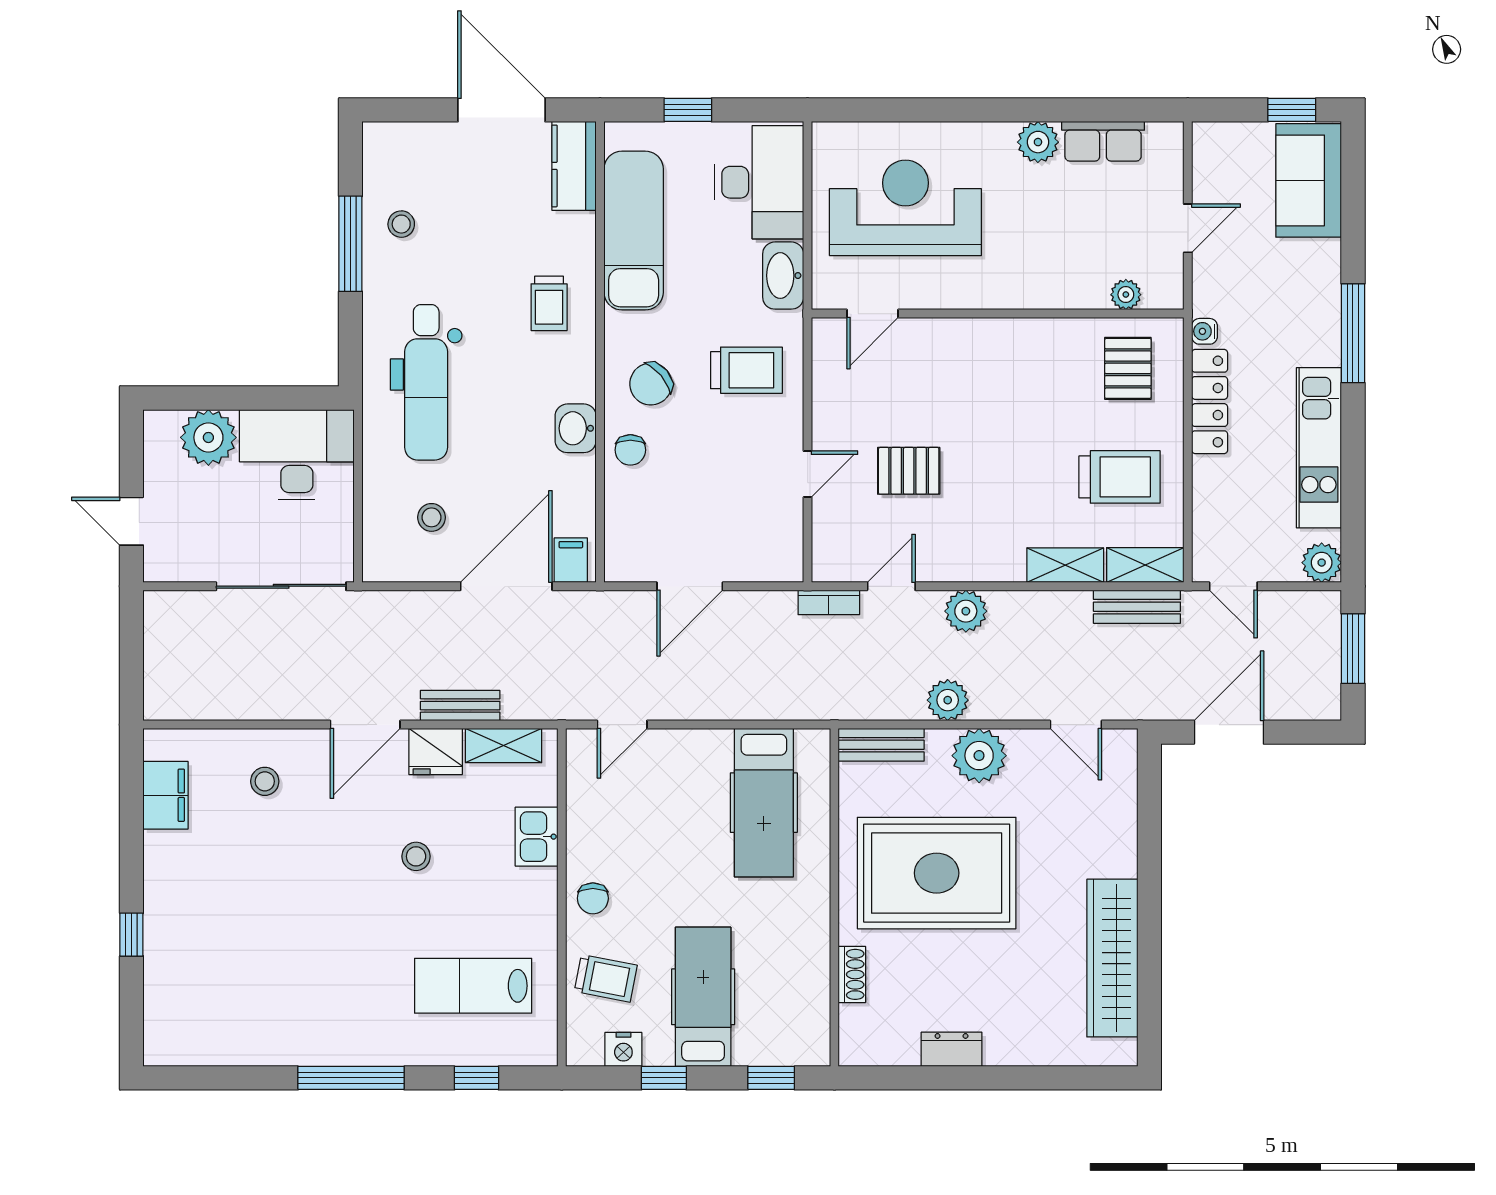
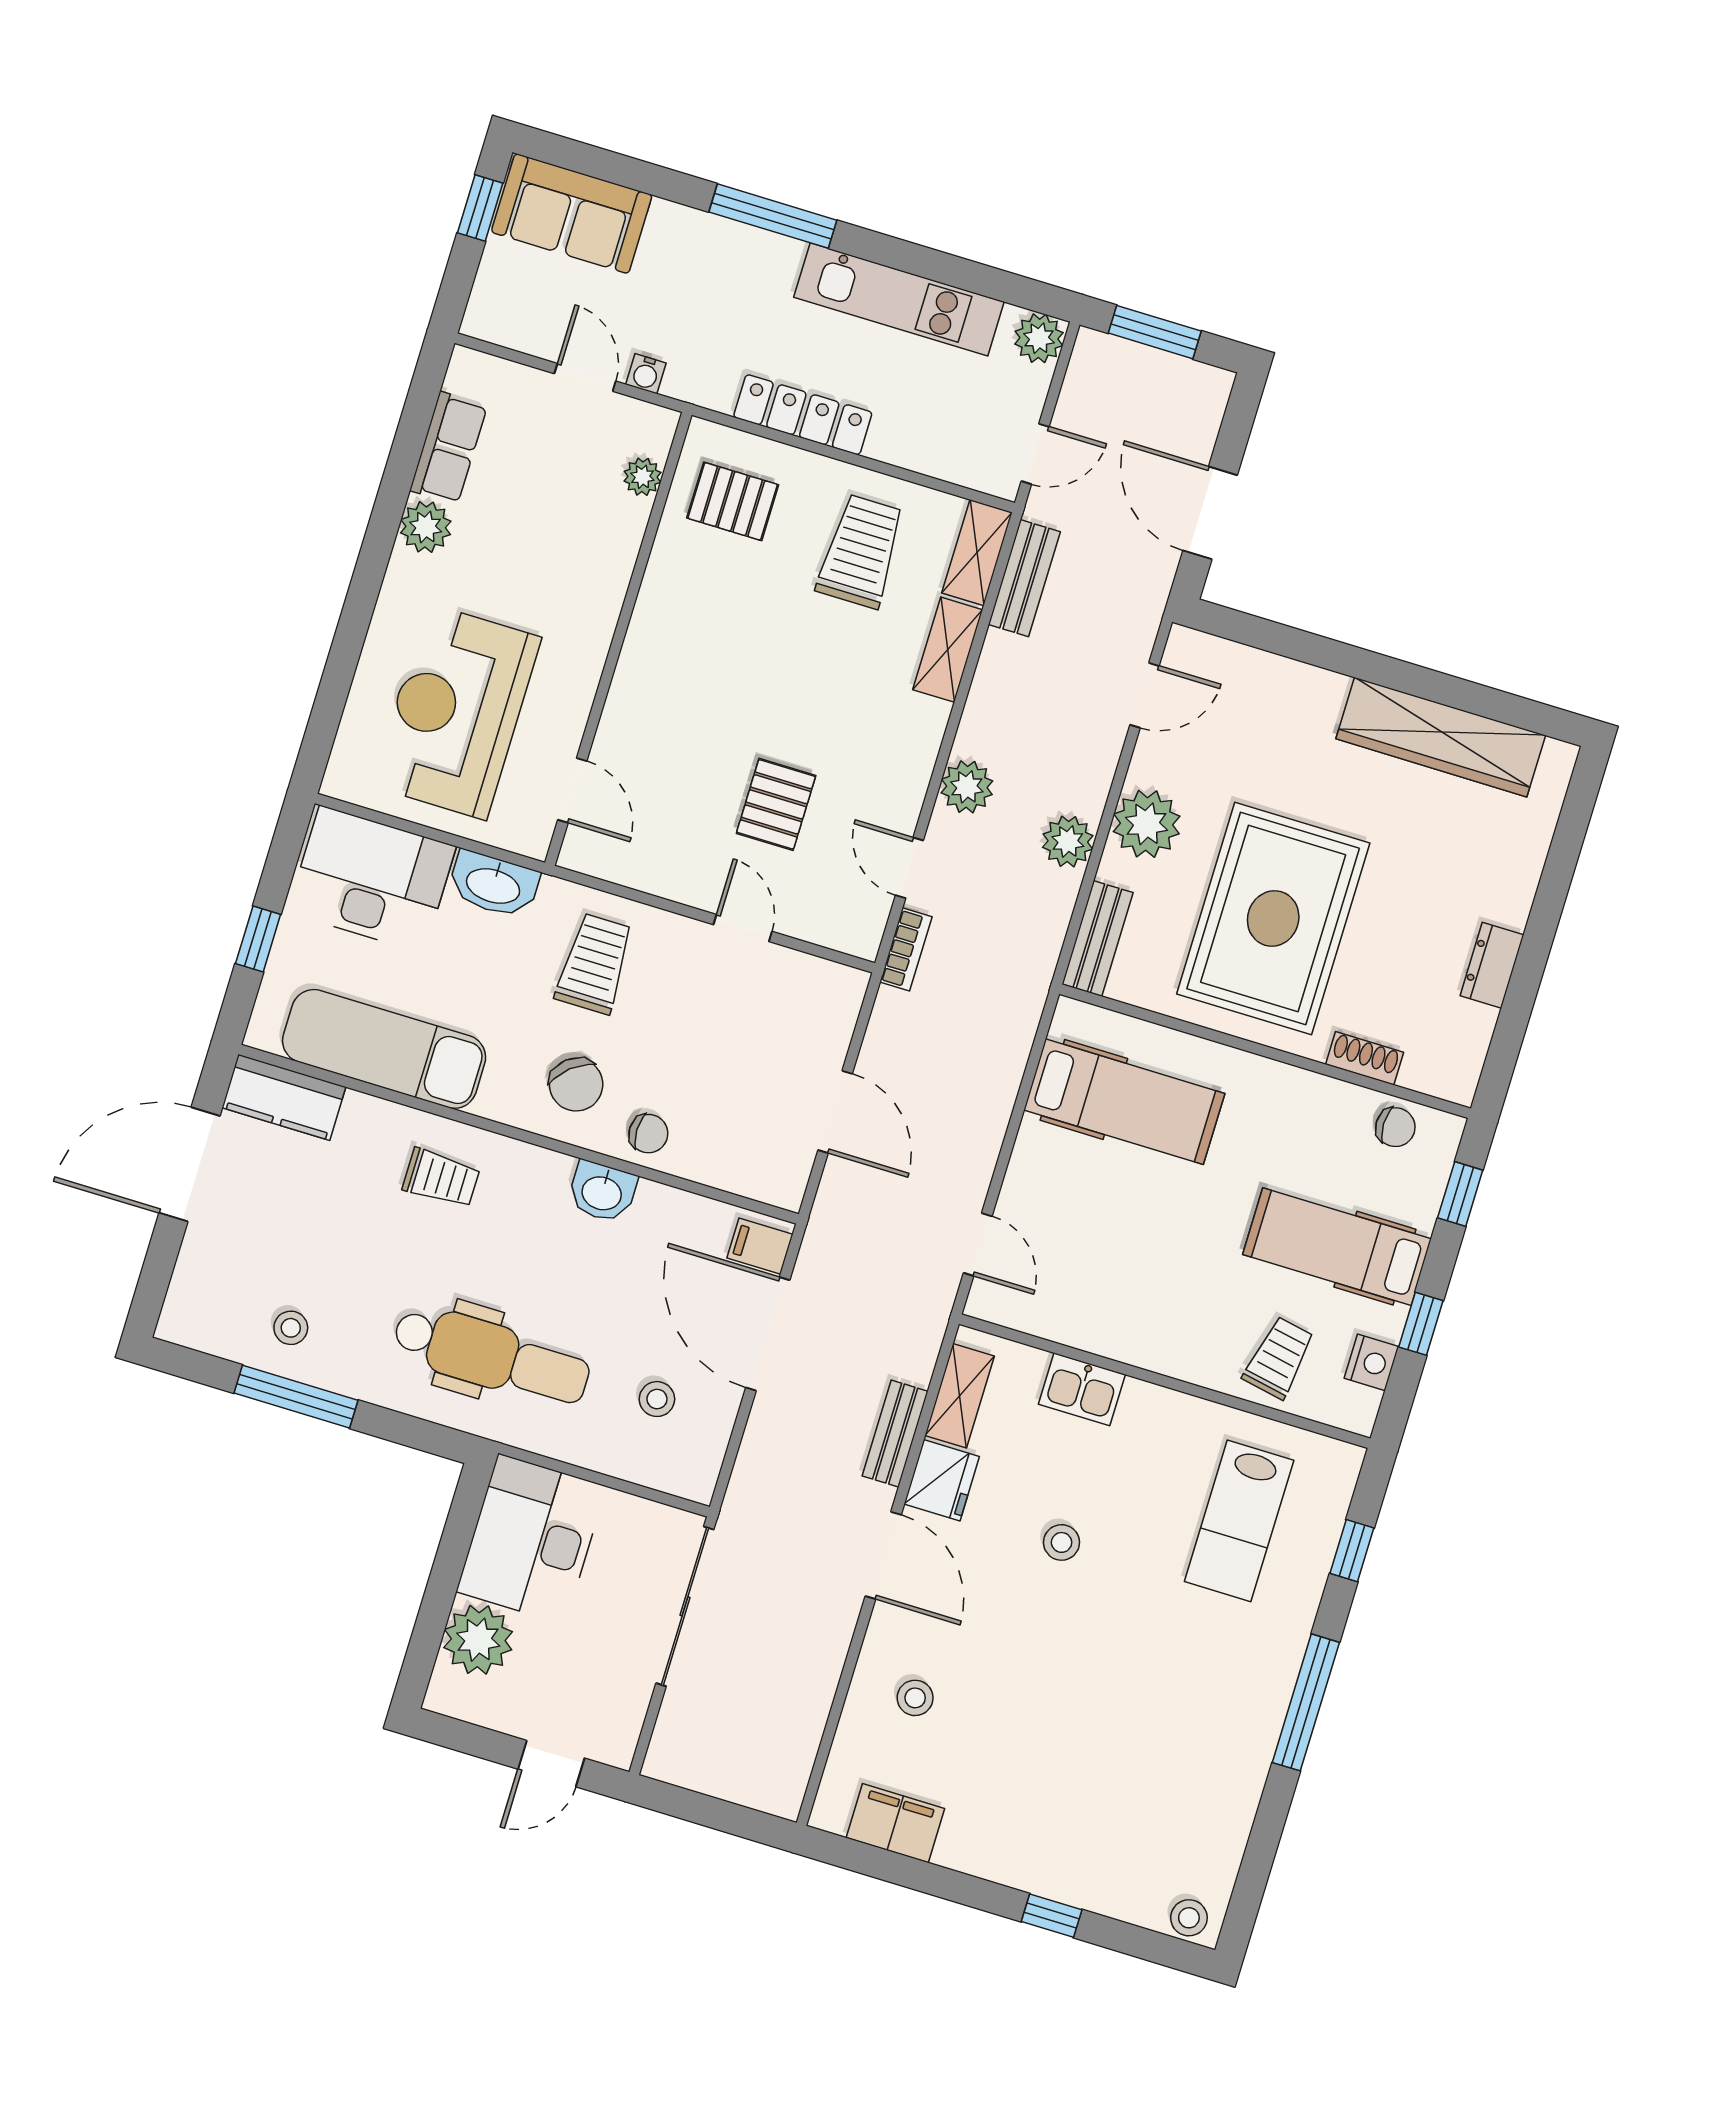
water cooler: (1204, 331) -> (646, 374), moved
chair: (593, 898) -> (1395, 1127), moved
stool: (161, 1039) -> (1189, 1918), added

